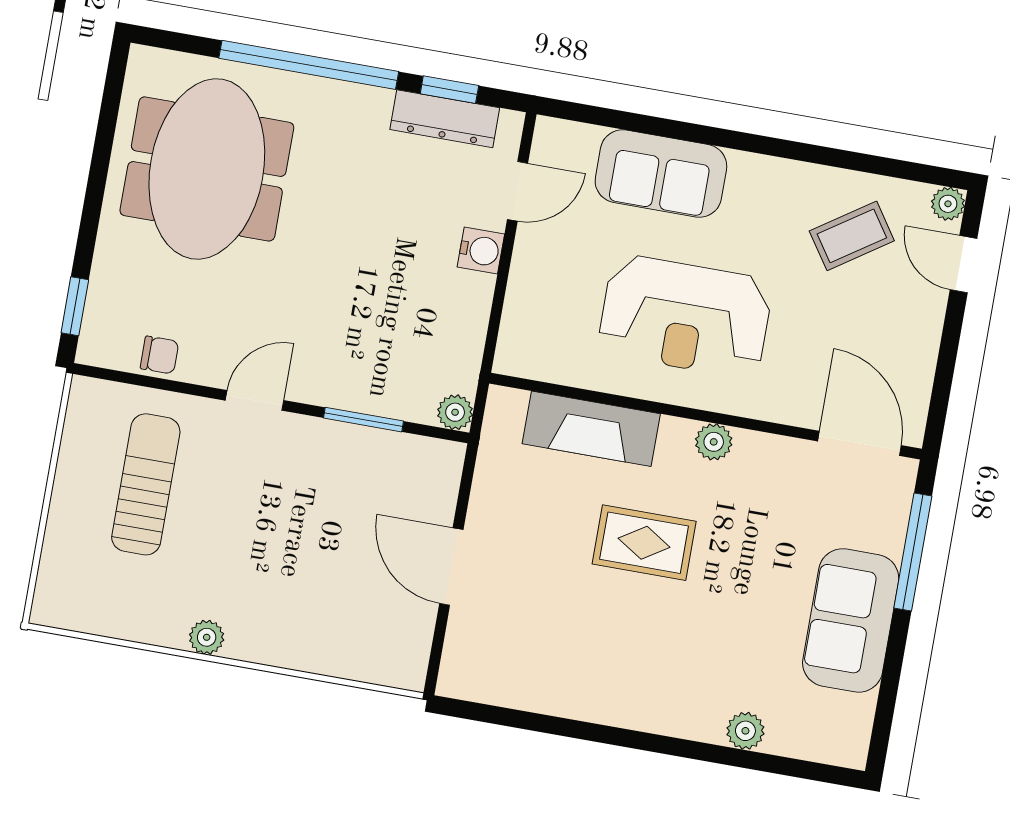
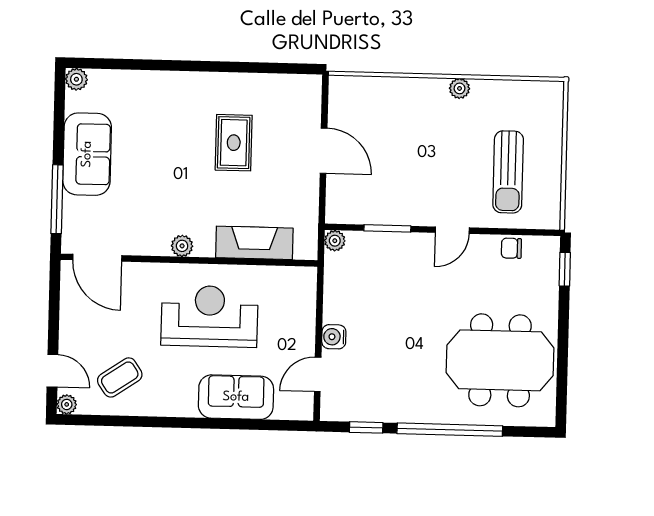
dresser: (445, 119) -> (366, 410), removed
meeting table: (207, 169) -> (500, 360), turned 90
rug: (644, 543) -> (234, 143), moved, turned 90
plant: (745, 731) -> (76, 79), moved

